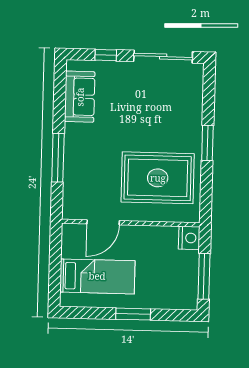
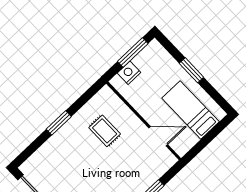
rug: (158, 178) -> (105, 131), width x0.54, depth x0.49
nightstand: (189, 238) -> (129, 73), moved

